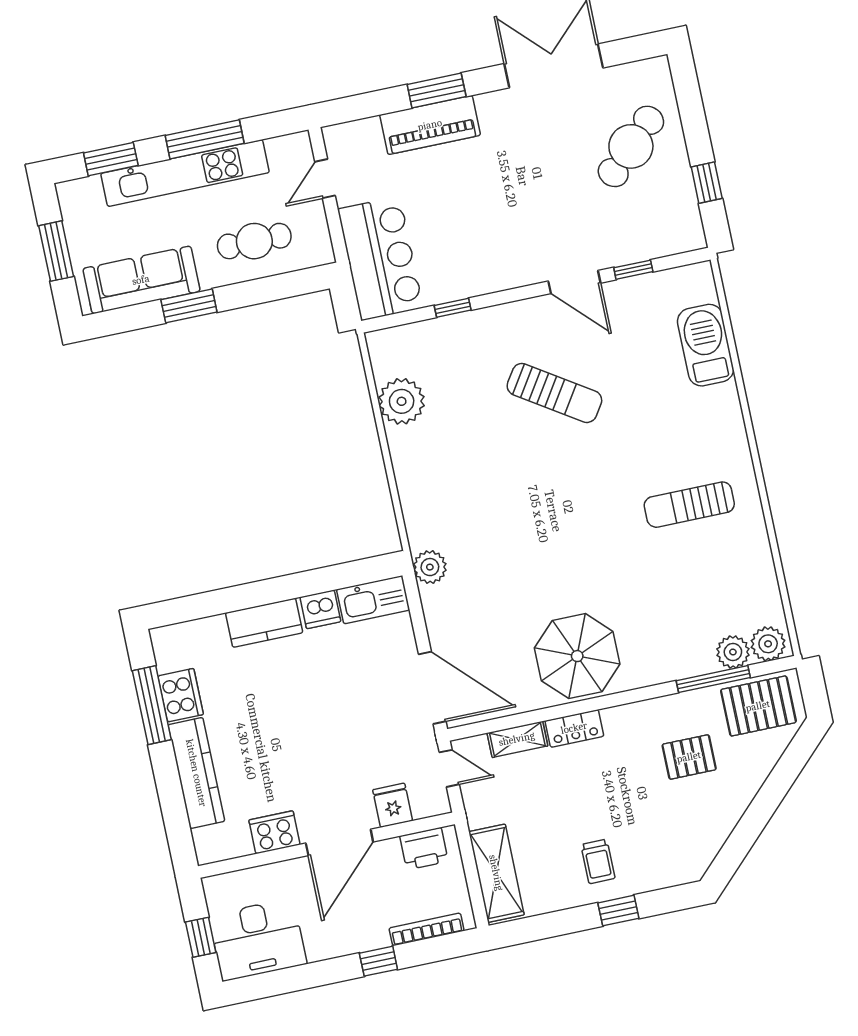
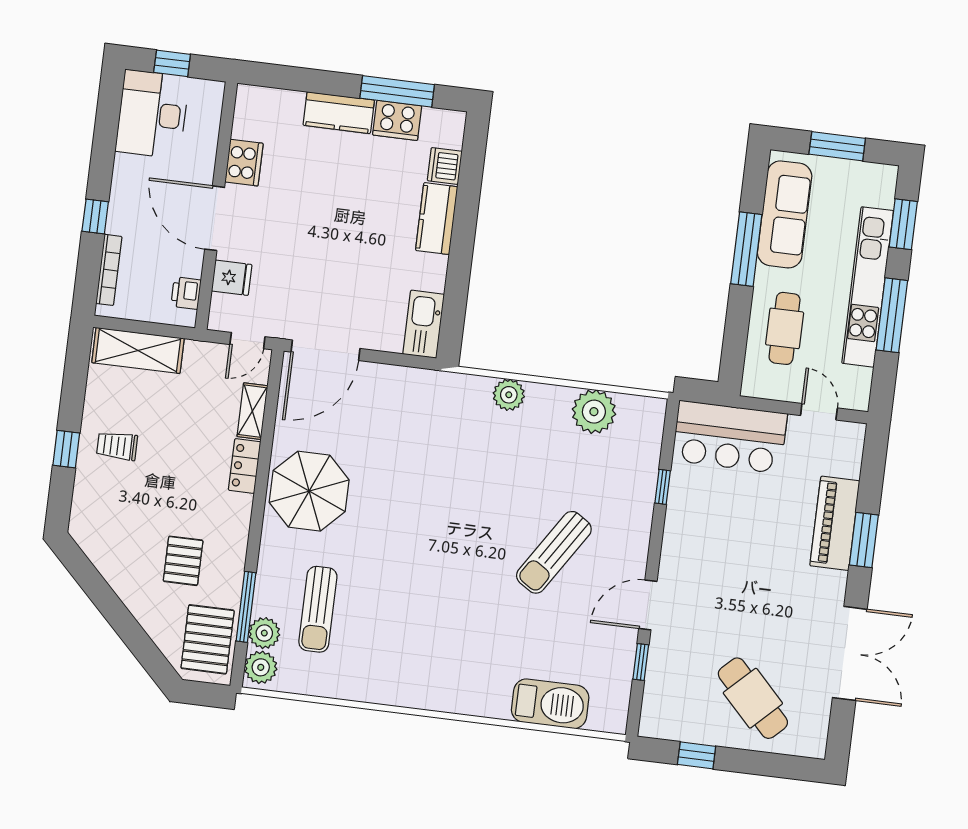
window: (189, 306) -> (746, 249), width x1.44
sun lounger: (689, 505) -> (318, 609), moved, turned 180
plant: (430, 567) -> (509, 395), moved
dishwasher: (320, 609) -> (445, 166), moved
kitchen counter: (196, 773) -> (339, 113), width x0.67
printer: (424, 849) -> (186, 293), width x0.73, depth x0.81

